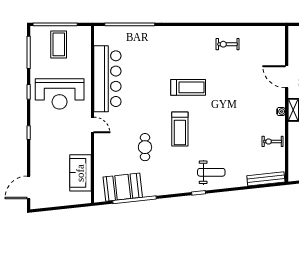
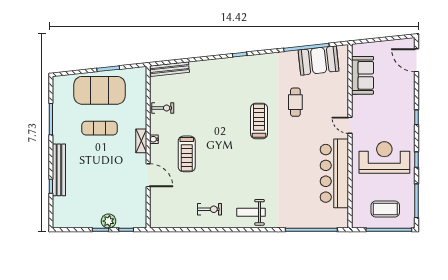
coffee table: (59, 44) -> (385, 209), turned 90
treadmill: (188, 87) -> (187, 154), moved, turned -90
weight bench: (211, 172) -> (251, 212), moved
door: (29, 187) -> (416, 60), swing flipped

